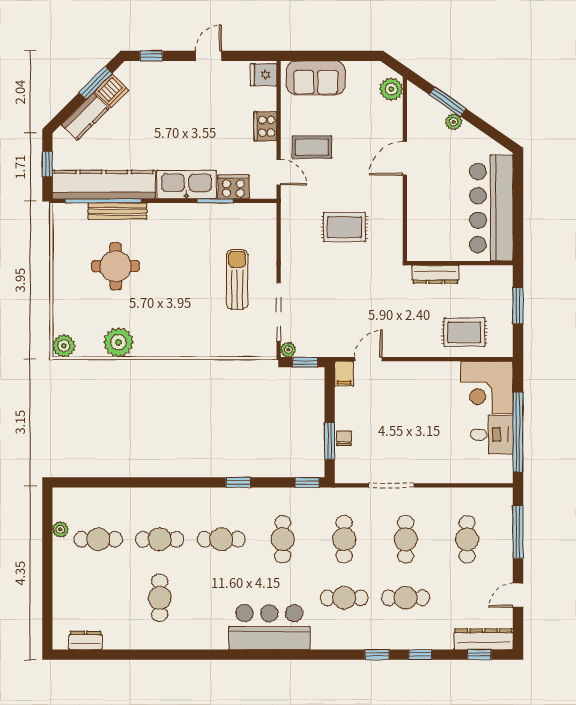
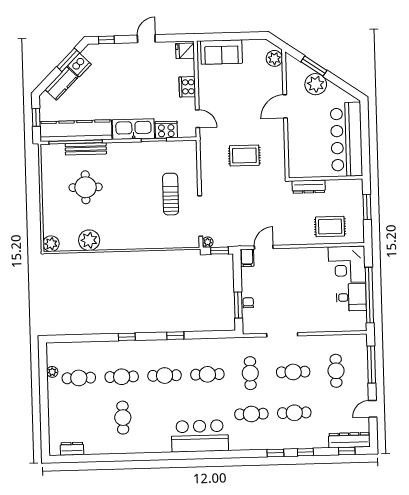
plant: (454, 122) -> (316, 84), width x1.88, depth x1.88
coffee table: (312, 147) -> (220, 100), removed
window: (307, 482) -> (127, 337), moved
cafe table: (283, 539) -> (207, 374), turned 90
cafe table: (406, 539) -> (293, 372), turned 90

